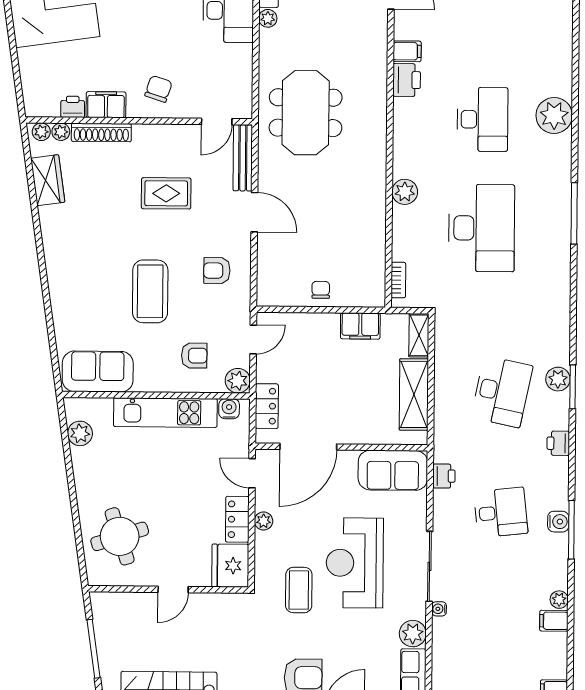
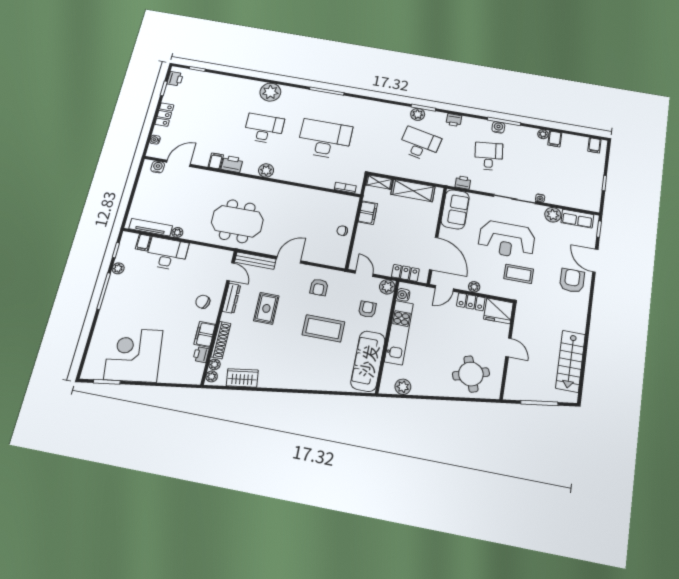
dresser: (173, 134) -> (231, 298), added
plant: (405, 192) -> (266, 170), moved
sofa: (98, 371) -> (368, 361), width x1.36

